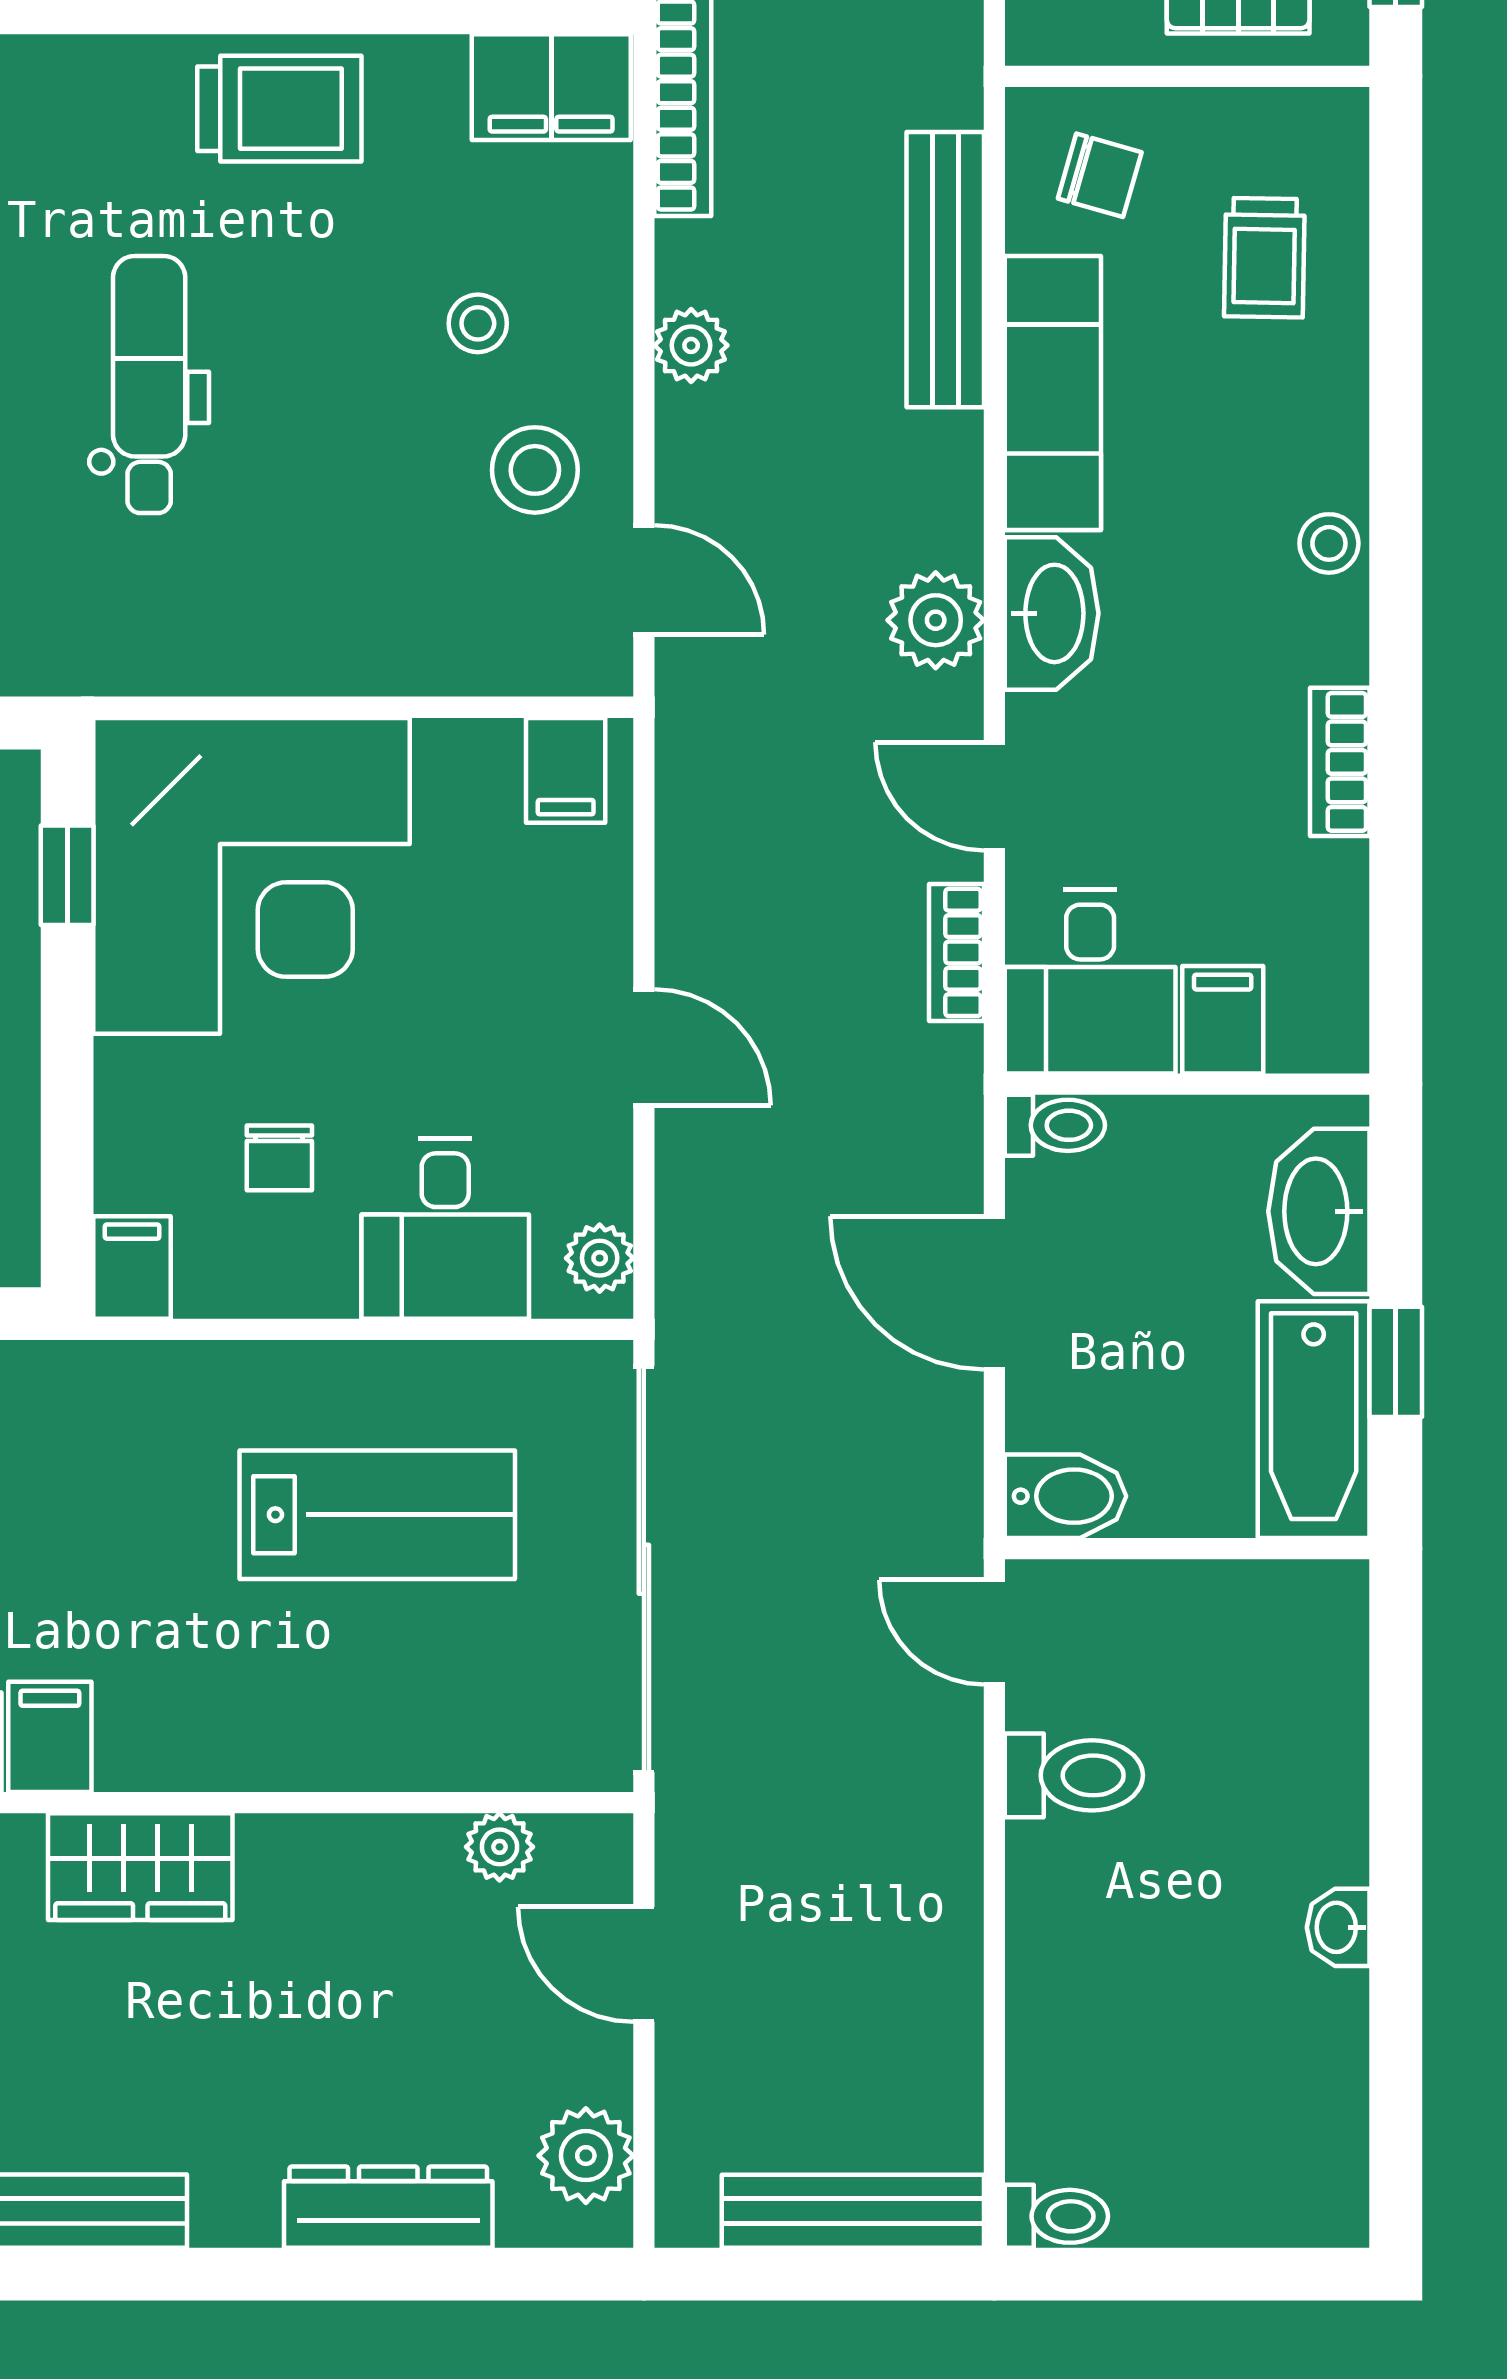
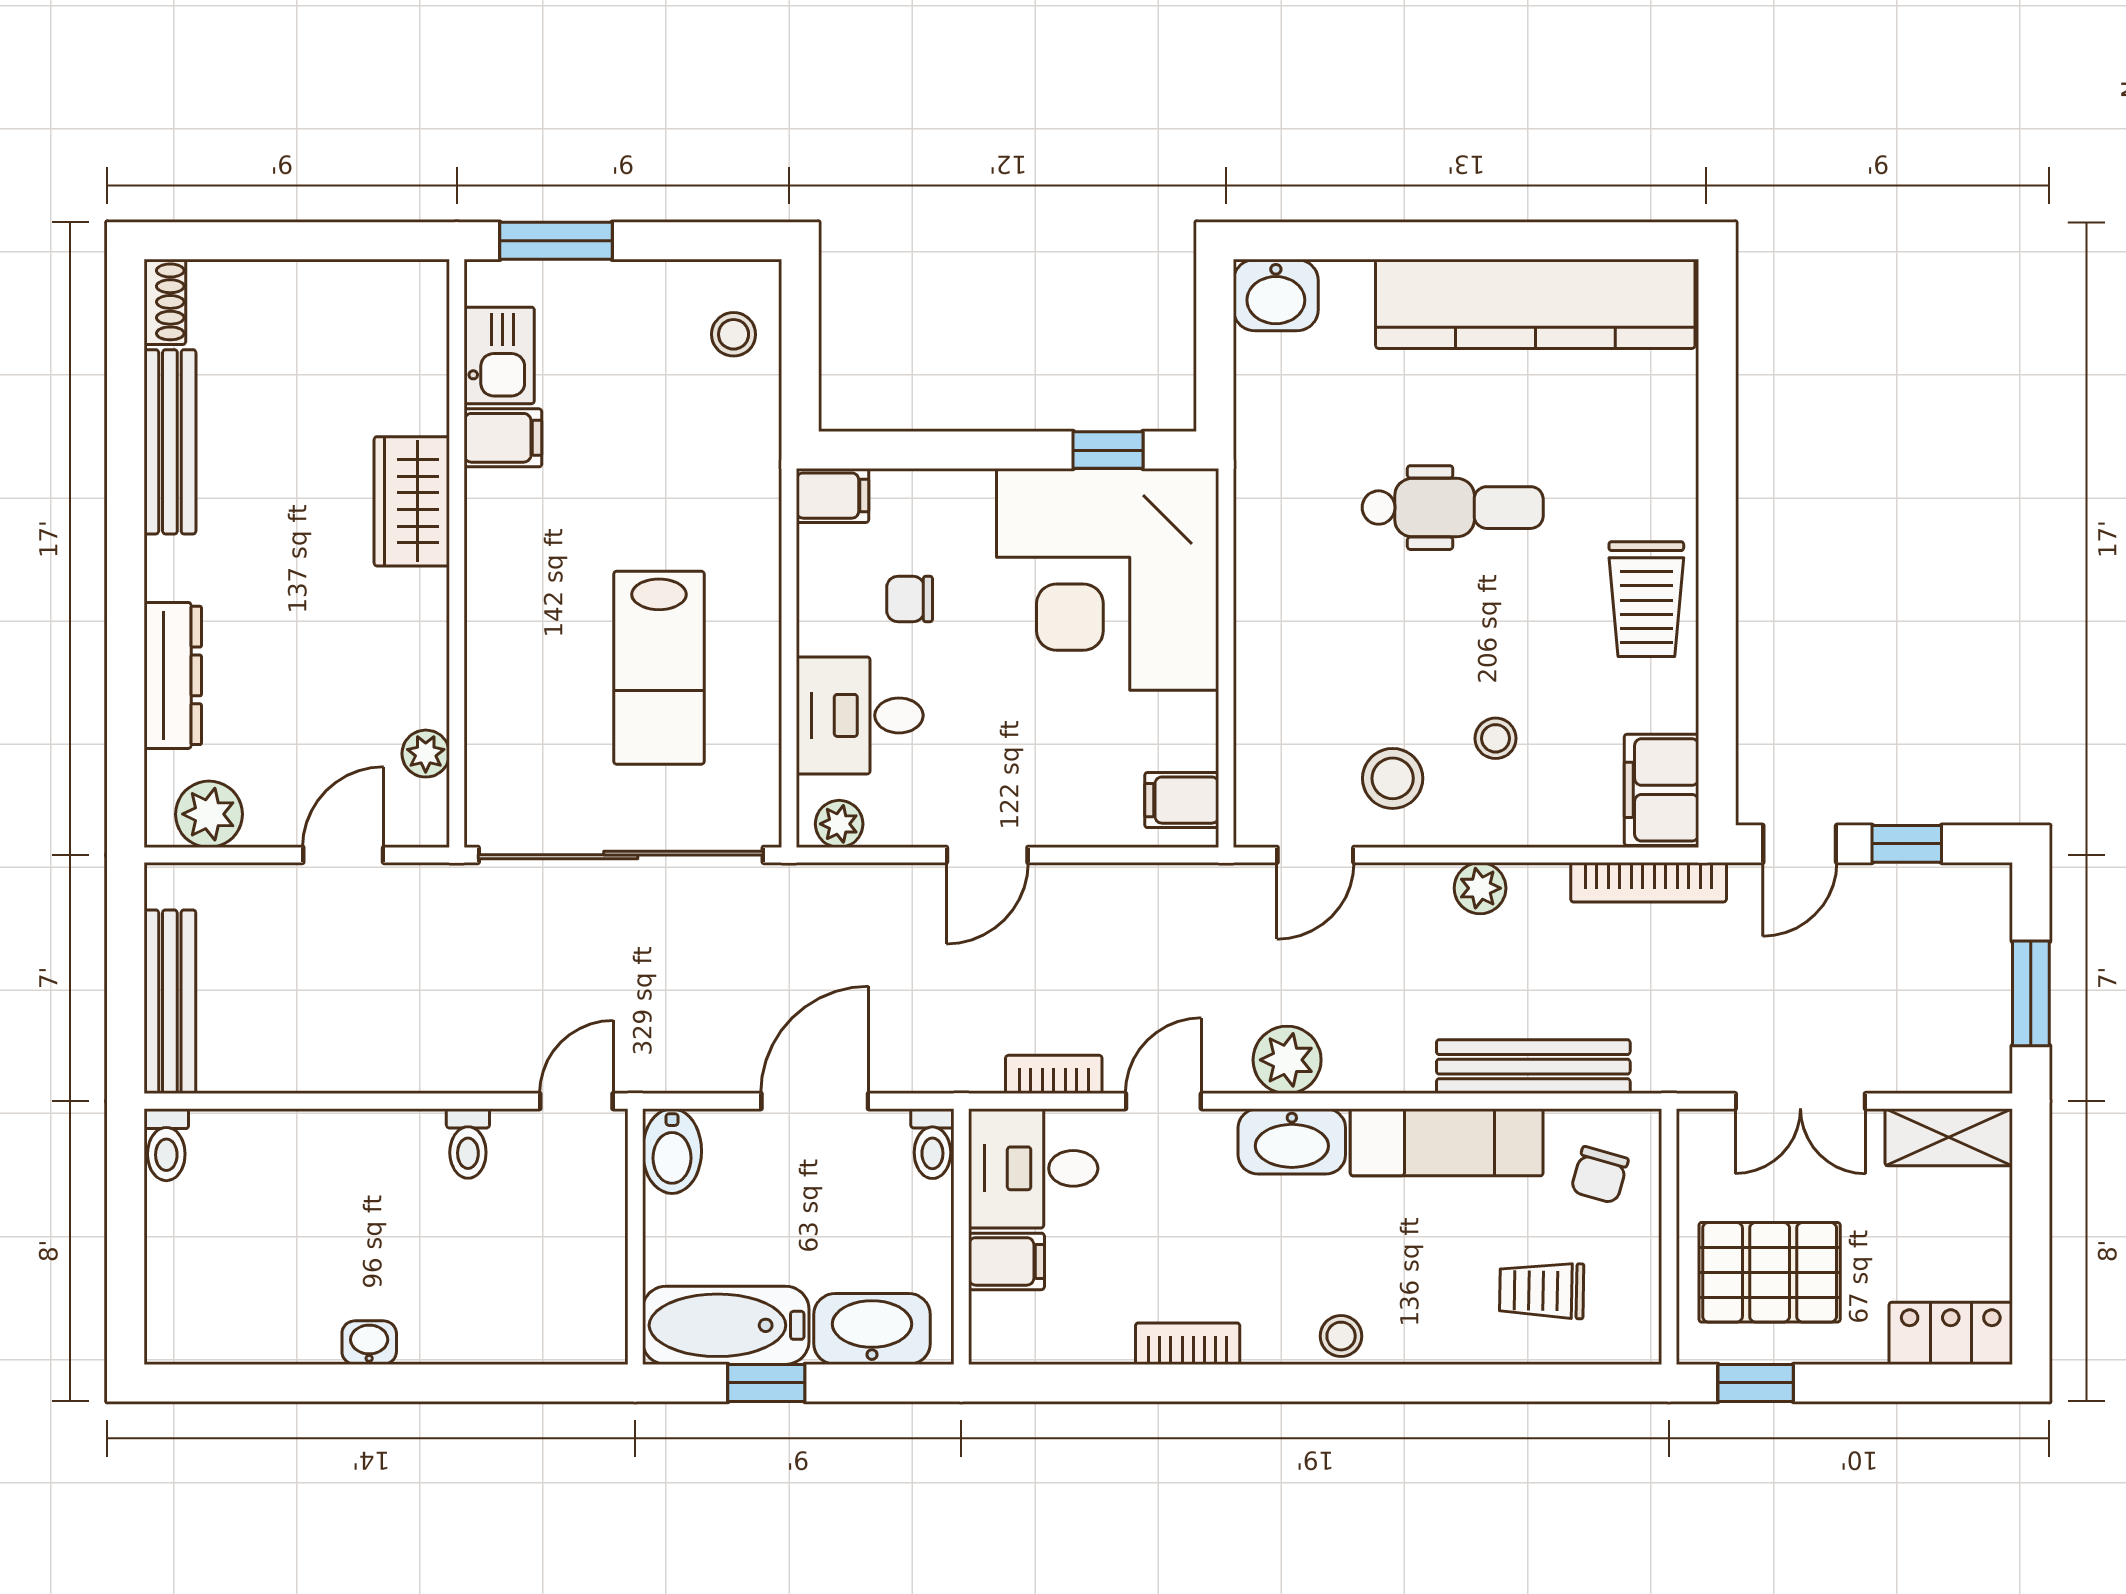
toilet: (1074, 1775) -> (468, 1143), width x0.73, depth x0.72

